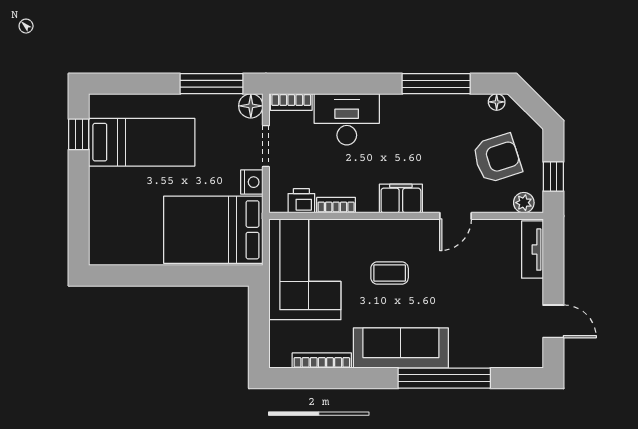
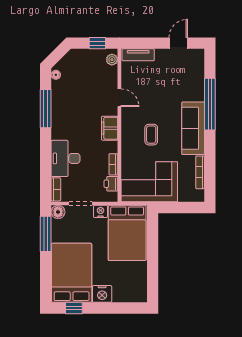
bed: (142, 142) -> (72, 273), width x1.50
armchair: (497, 158) -> (87, 75), removed
nightstand: (104, 185) -> (102, 294), added

